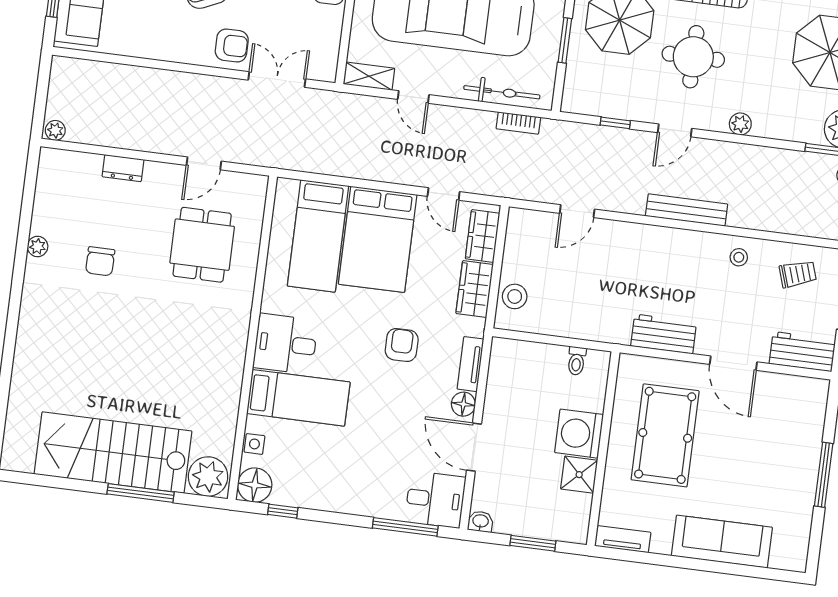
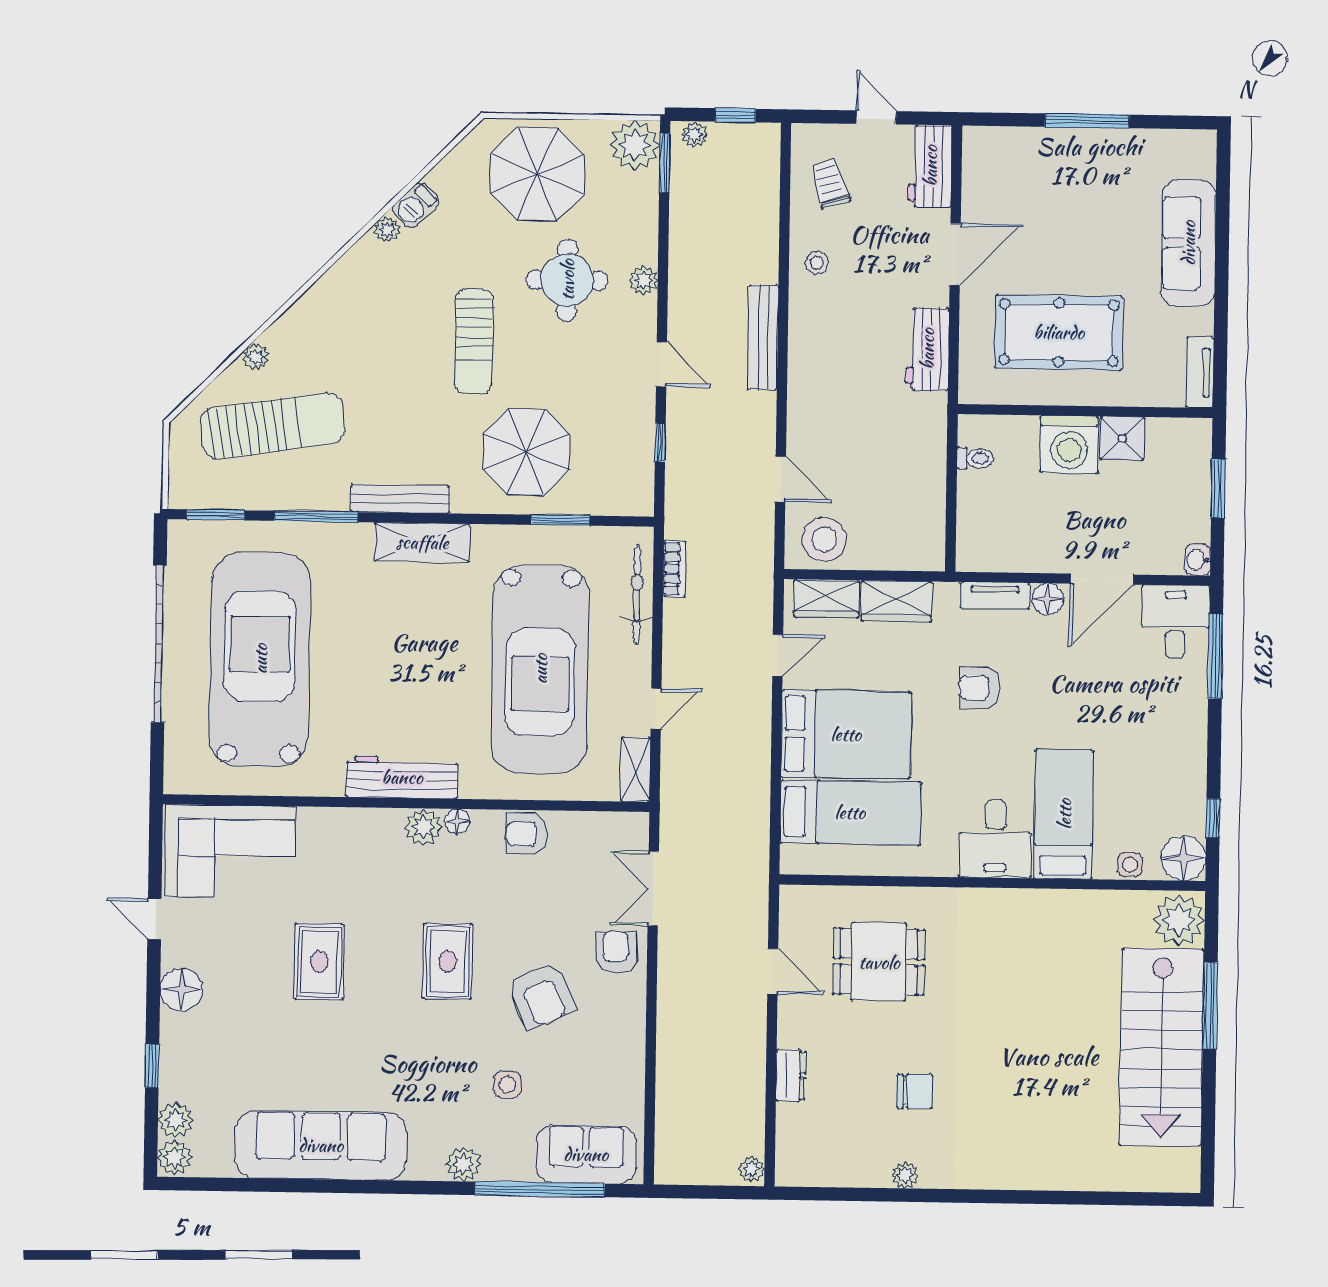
round table: (693, 57) -> (567, 280), moved
stool: (515, 296) -> (824, 539), moved, width x1.38, depth x1.38

